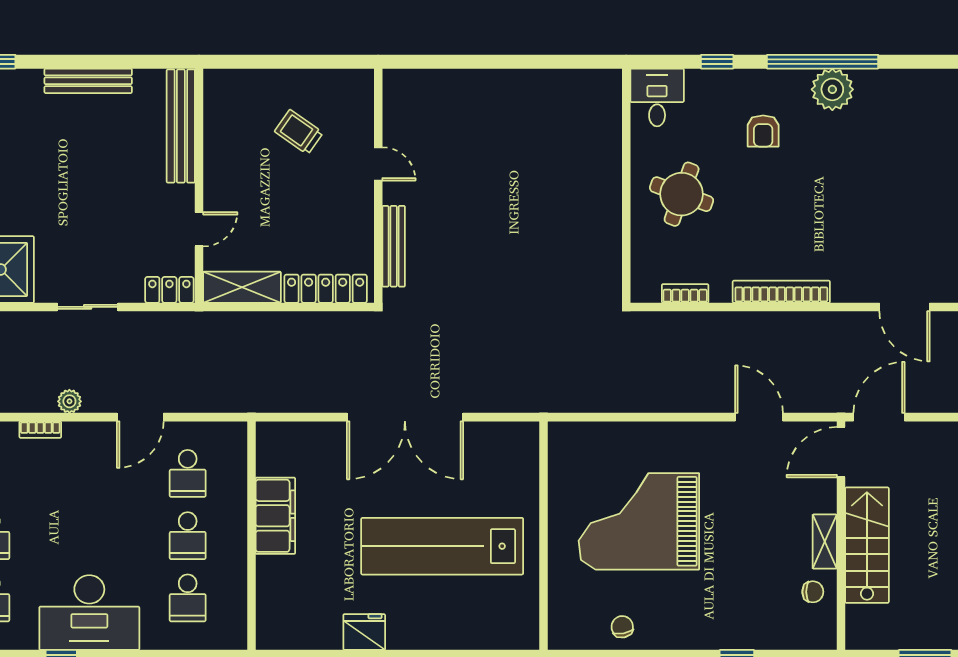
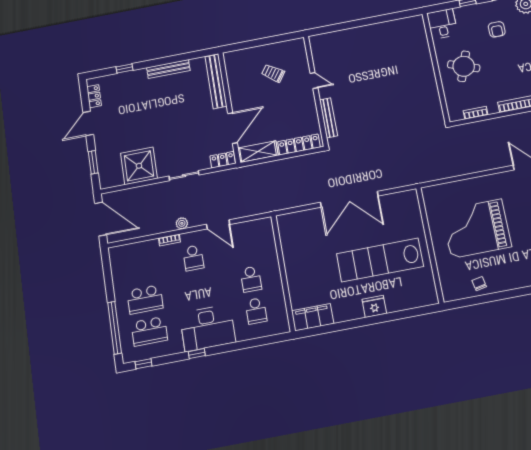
door: (199, 229) -> (232, 128), width x1.87
door: (140, 417) -> (218, 224), hinge flipped
school desk: (188, 473) -> (193, 258), moved
filing cabinet: (275, 516) -> (313, 317), moved, turned -90
fridge: (364, 632) -> (374, 306), moved

